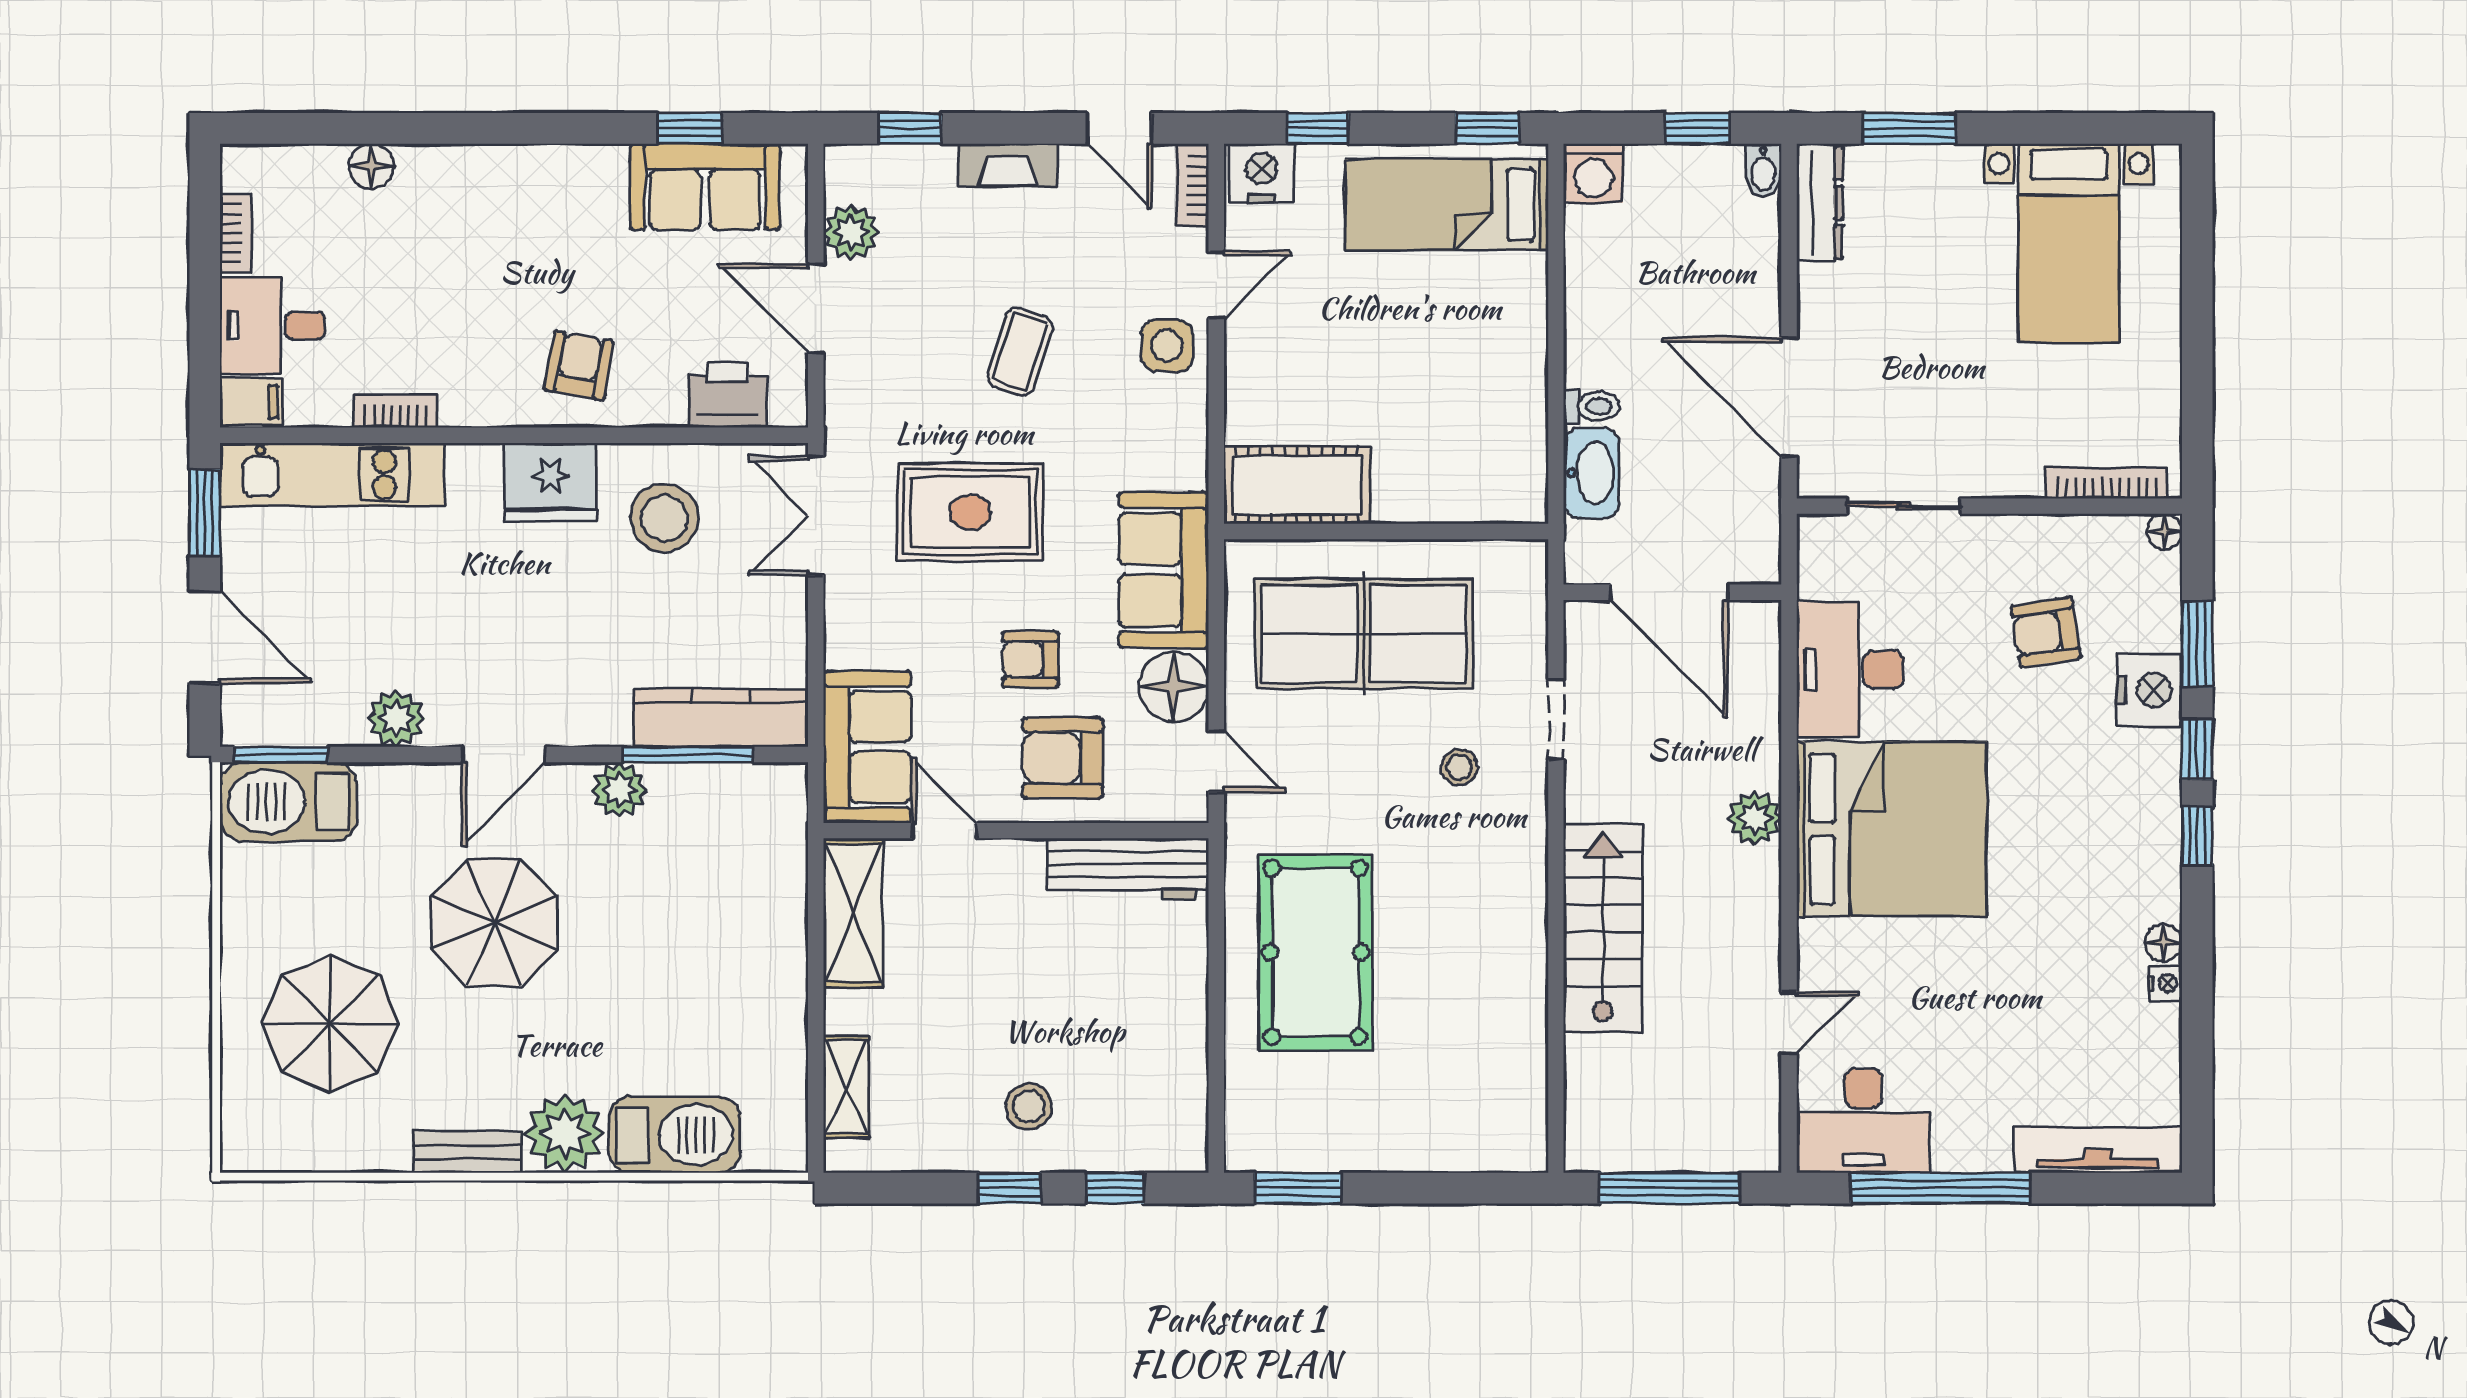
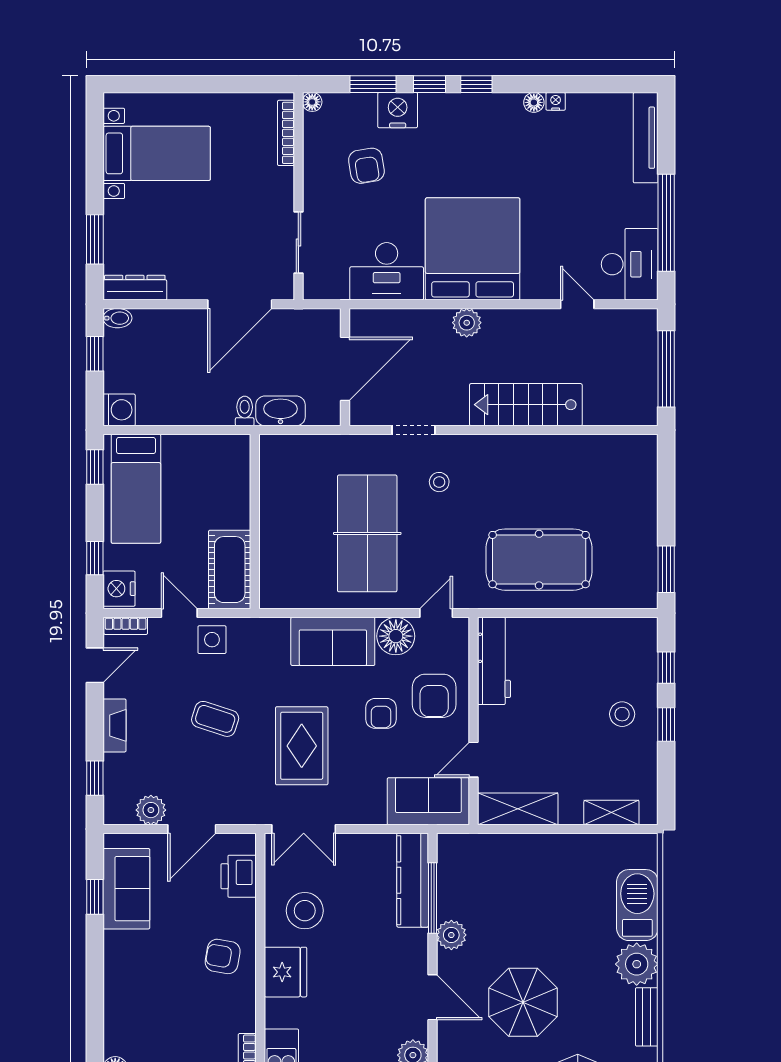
cot: (1297, 485) -> (230, 570), moved
wall: (1386, 531) -> (255, 522), moved

